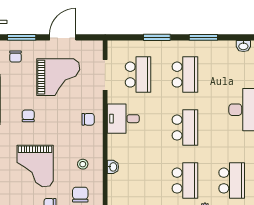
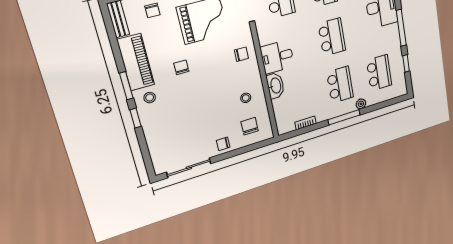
desk: (123, 119) -> (277, 57), moved
grand piano: (35, 166) -> (200, 113), removed
washbasin: (113, 167) -> (275, 86), width x1.91, depth x1.45

